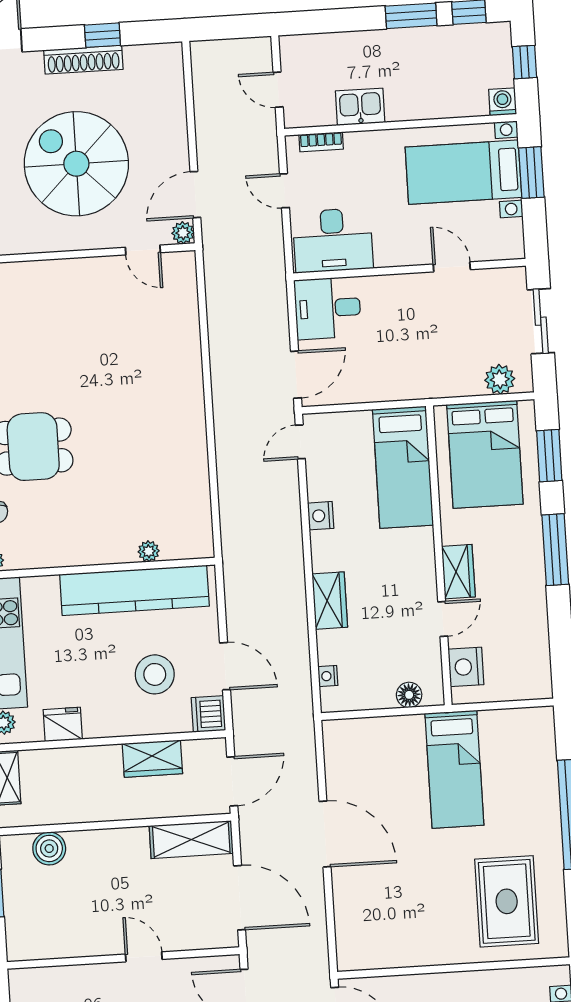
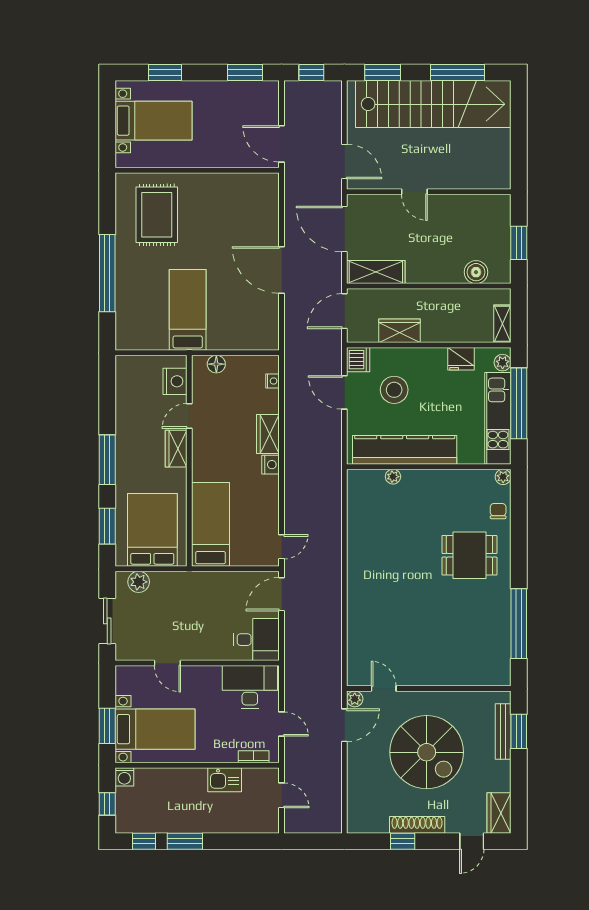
nightstand: (321, 516) -> (270, 465), moved

